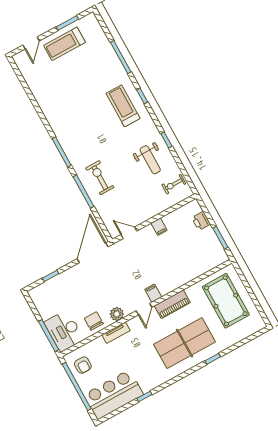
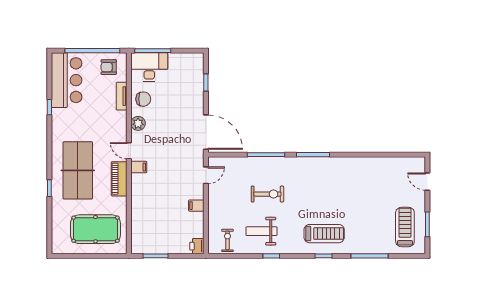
treadmill: (64, 44) -> (405, 227), moved
exercise bike: (100, 178) -> (267, 194), moved
printer: (201, 221) -> (197, 246), moved, turned -90
tv unit: (116, 333) -> (122, 96), moved

